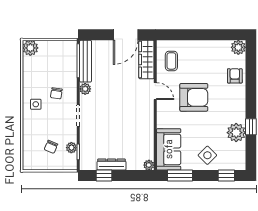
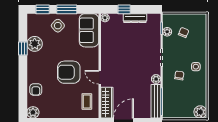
window: (104, 176) -> (124, 9), moved
window: (180, 176) -> (67, 9), moved

